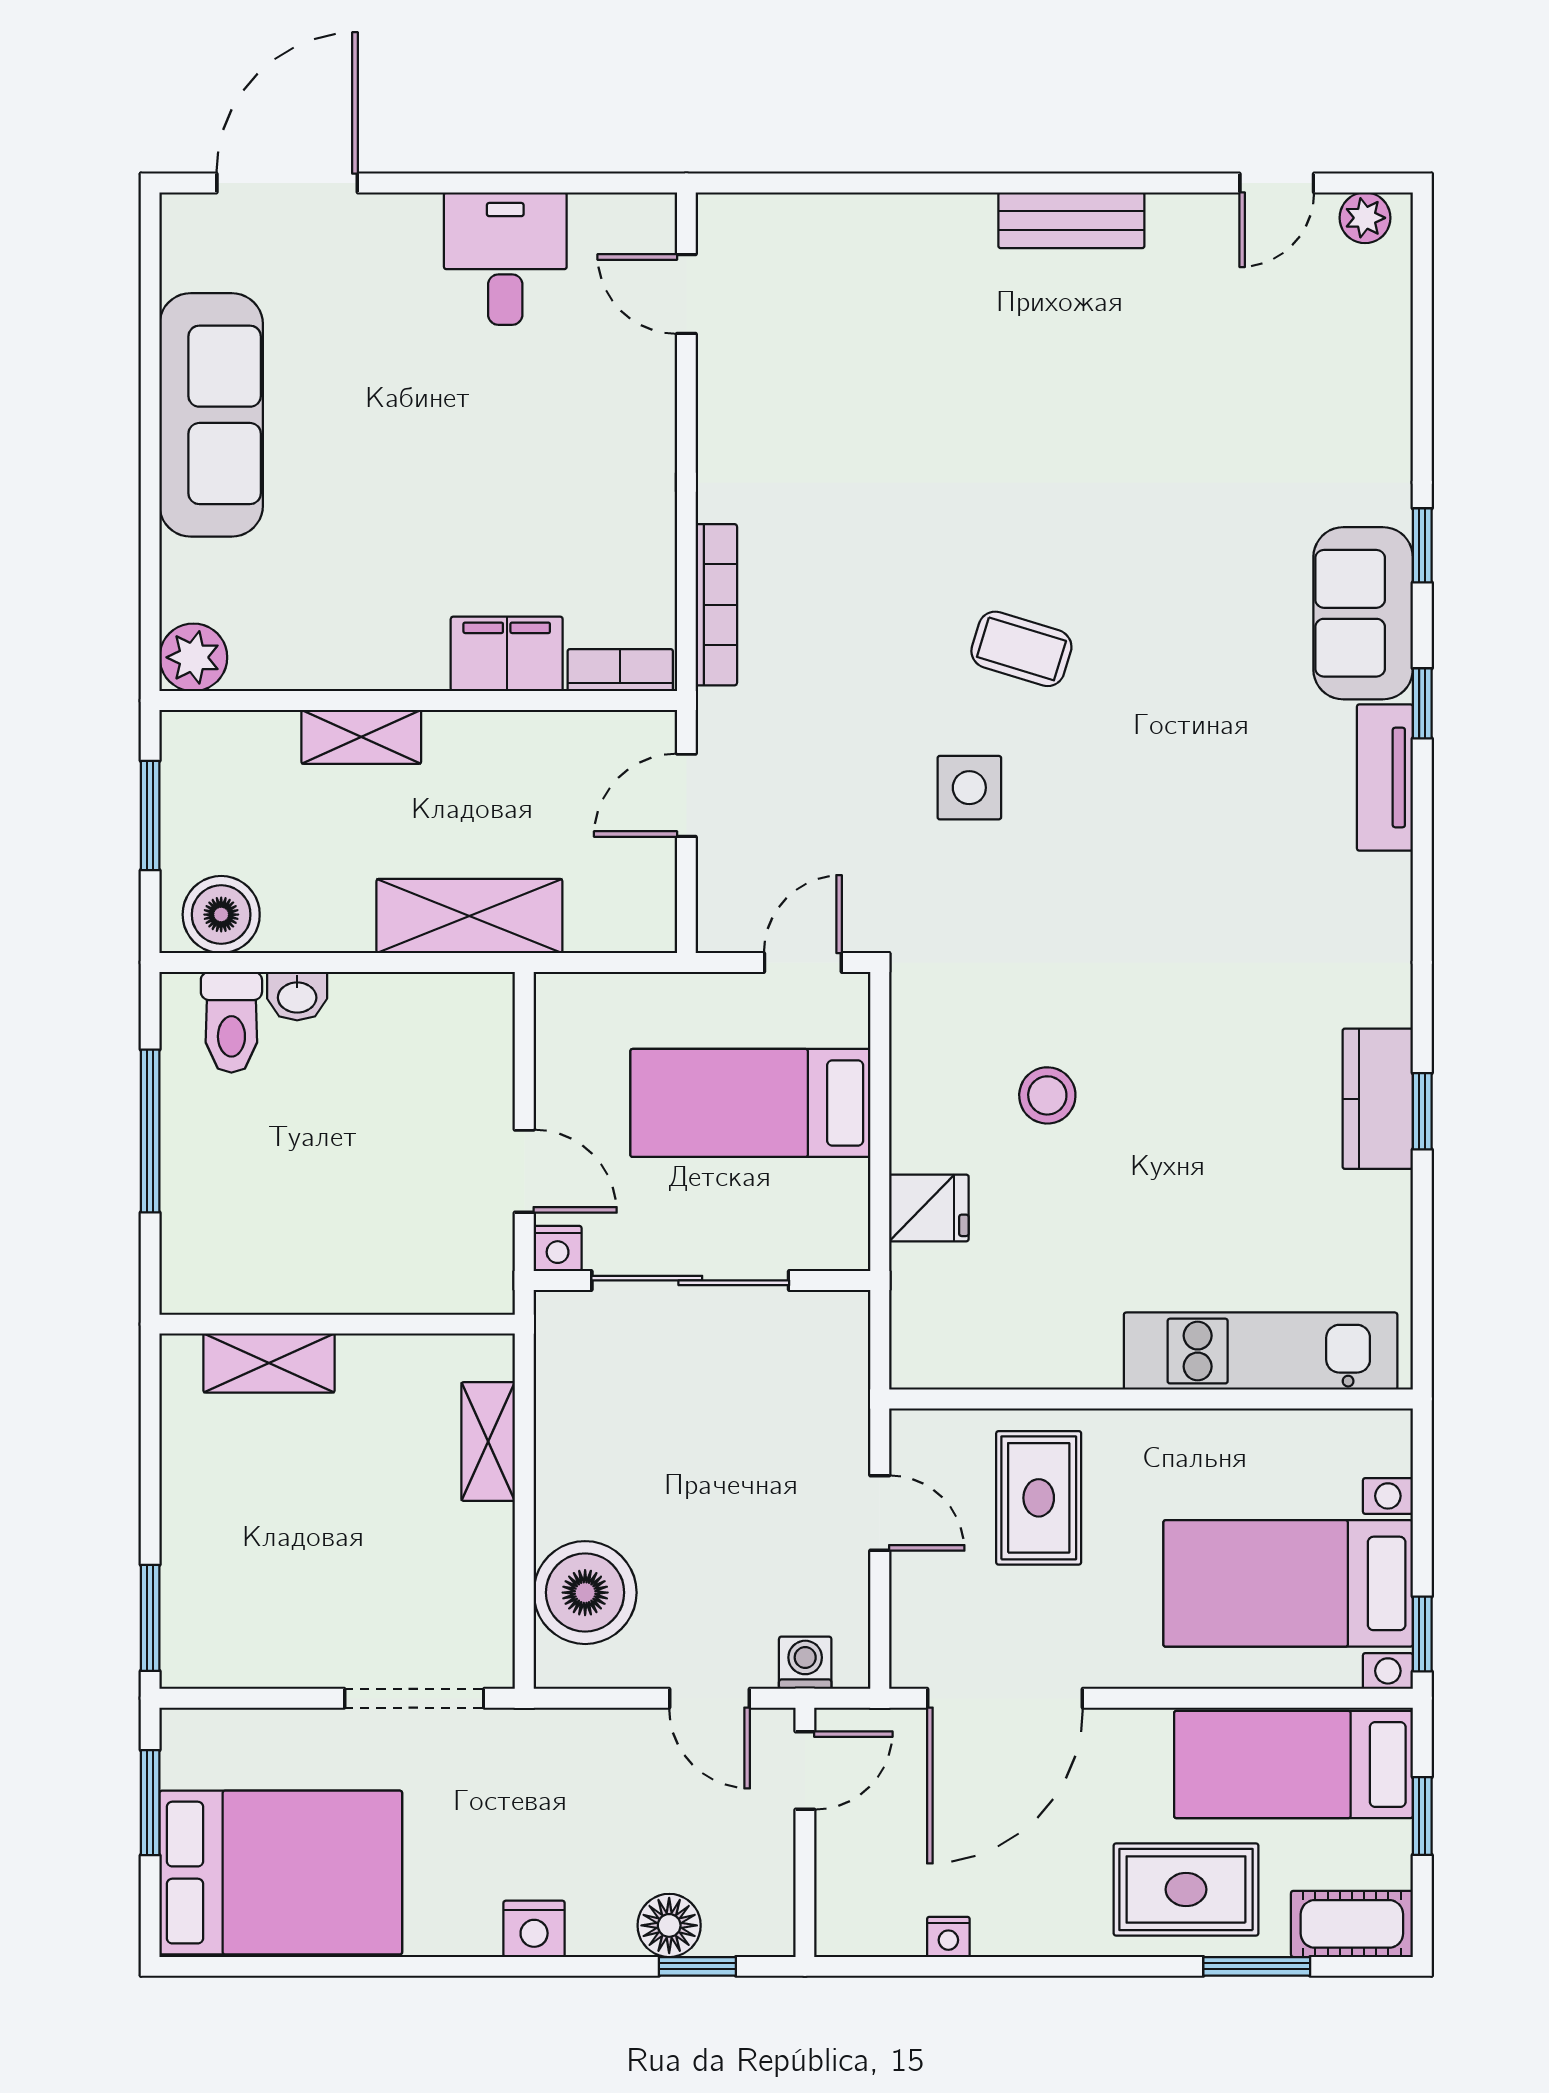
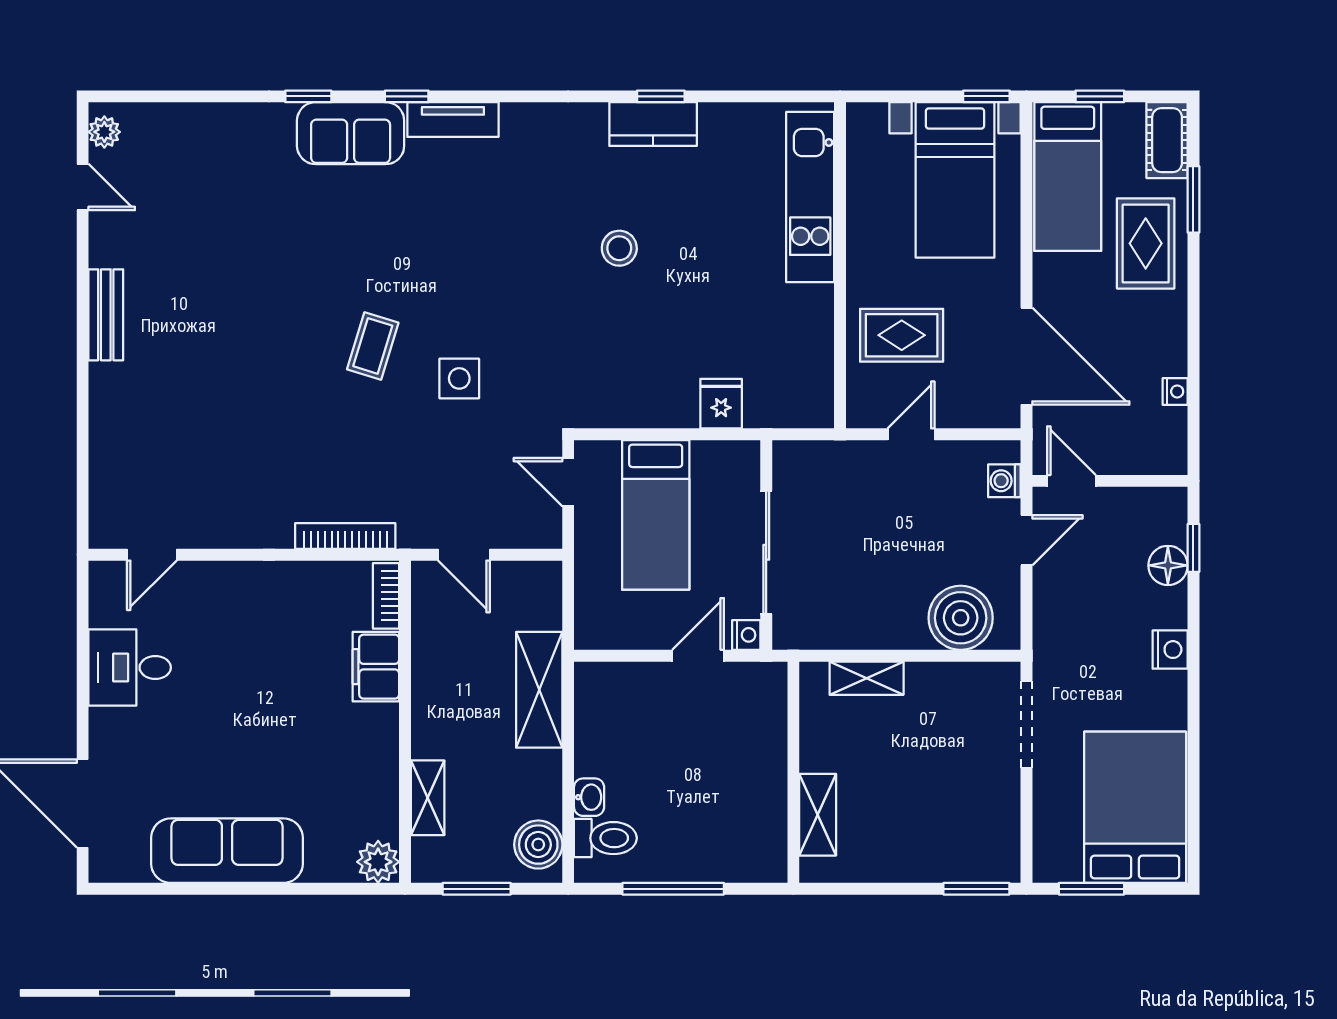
shelving: (361, 737) -> (428, 798), moved
stool: (1047, 1095) -> (619, 248), moved

